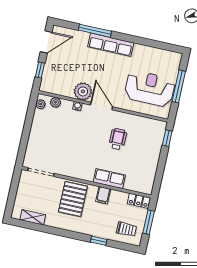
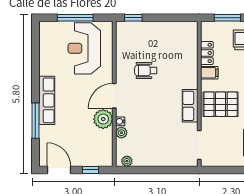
plant: (55, 102) -> (121, 133), moved
row of seats: (109, 179) -> (190, 106), moved
locker: (139, 201) -> (207, 53), moved

